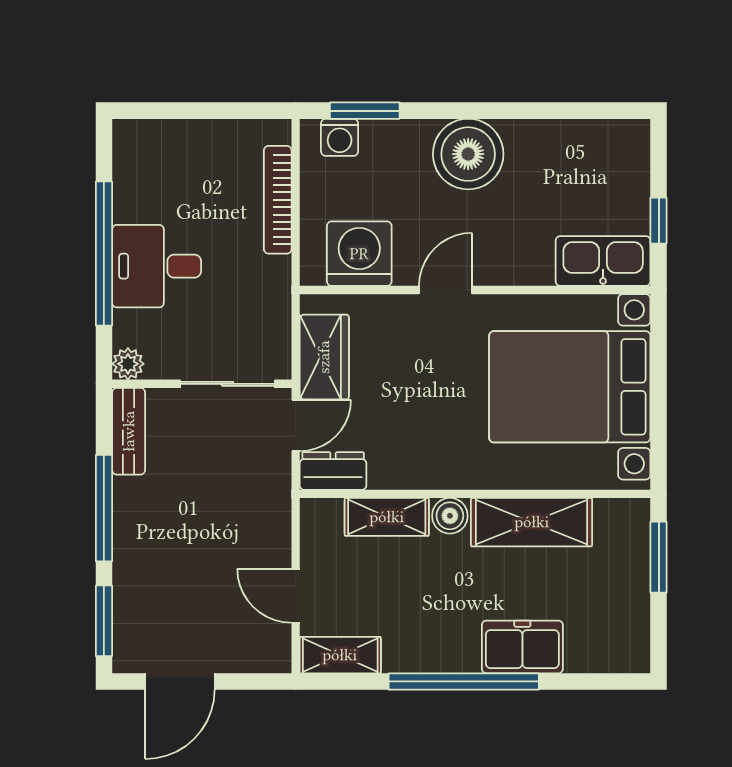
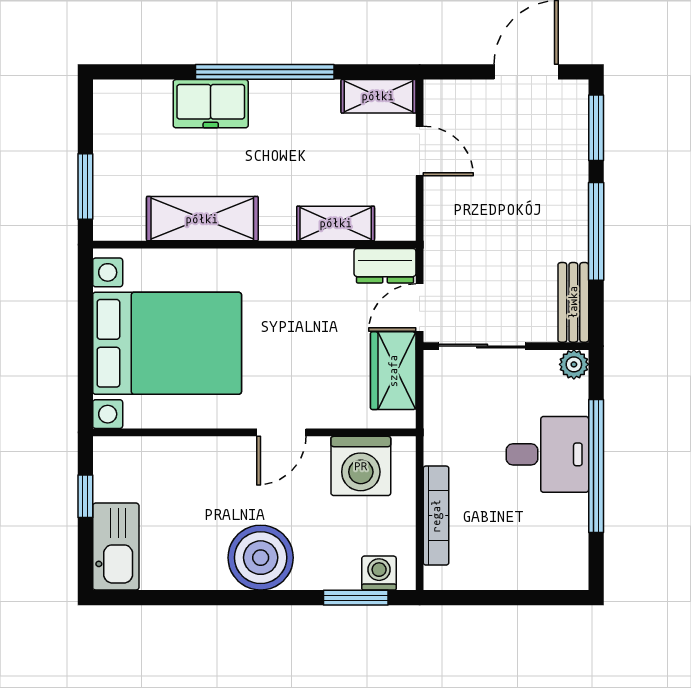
kitchen sink: (603, 261) -> (116, 547), moved, turned -90
boiler: (450, 516) -> (277, 224), removed

